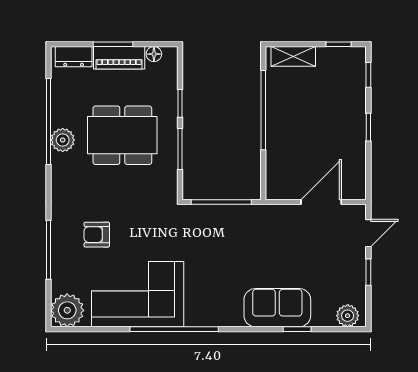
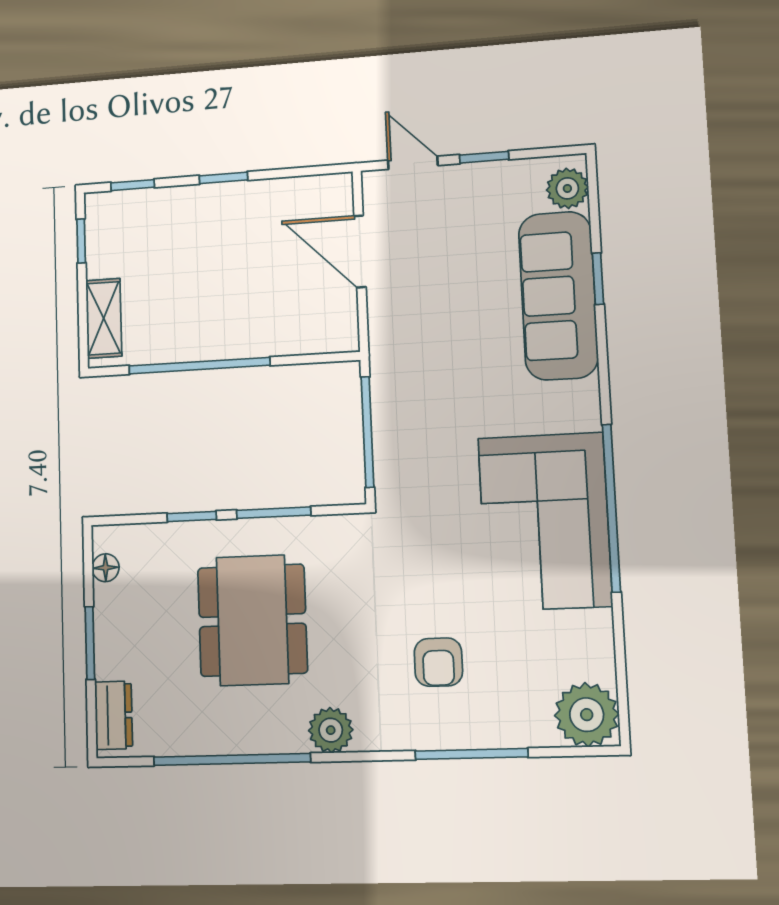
piano: (119, 58) -> (114, 631), removed
plant: (63, 140) -> (331, 730), moved
corner sofa: (138, 294) -> (545, 522), moved
sofa: (277, 308) -> (558, 296), width x1.36

